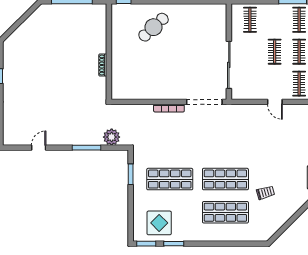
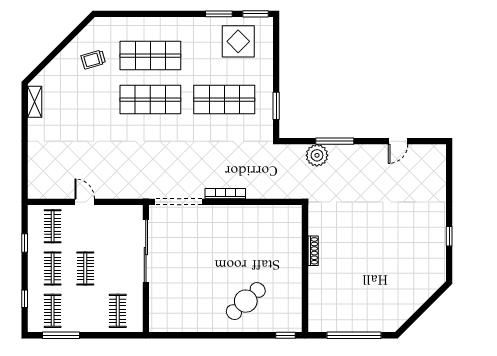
plant: (112, 137) -> (317, 155), moved
trolley: (266, 193) -> (93, 59), moved

